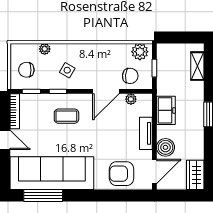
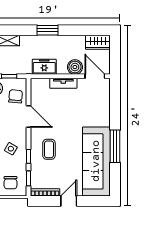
plant: (131, 99) -> (35, 96), removed
armchair: (122, 174) -> (97, 104), removed
window: (43, 196) -> (115, 146), moved

